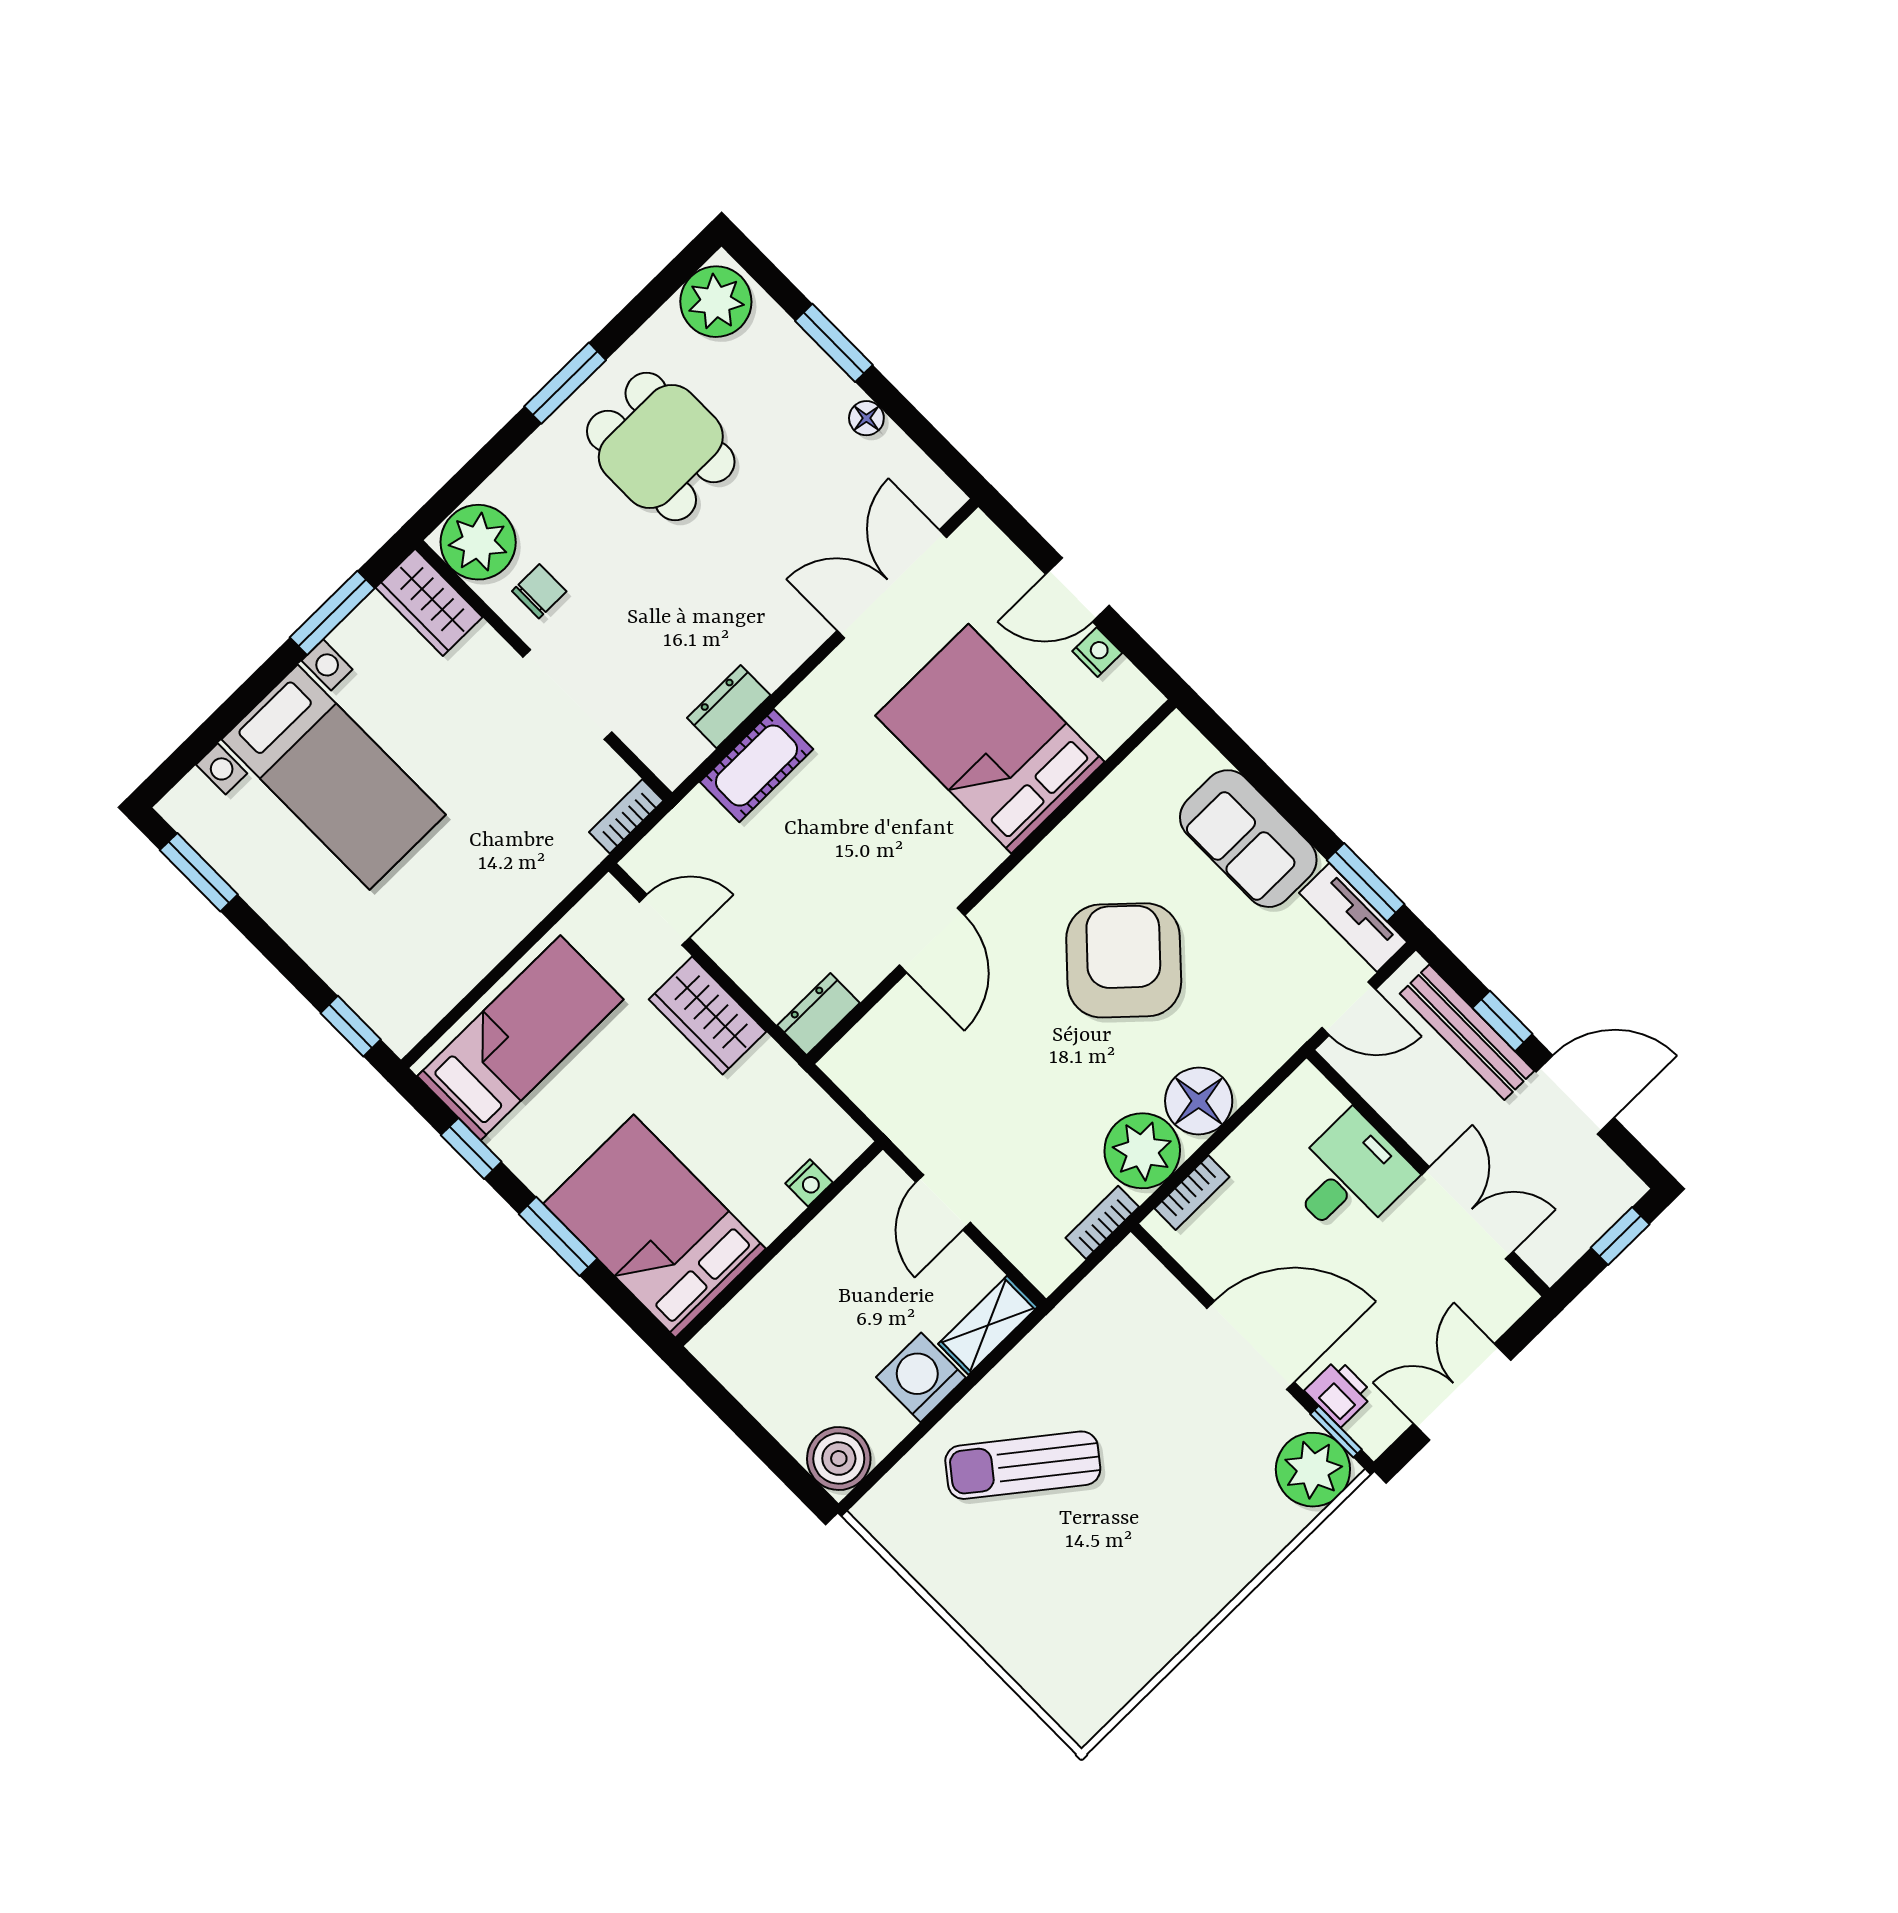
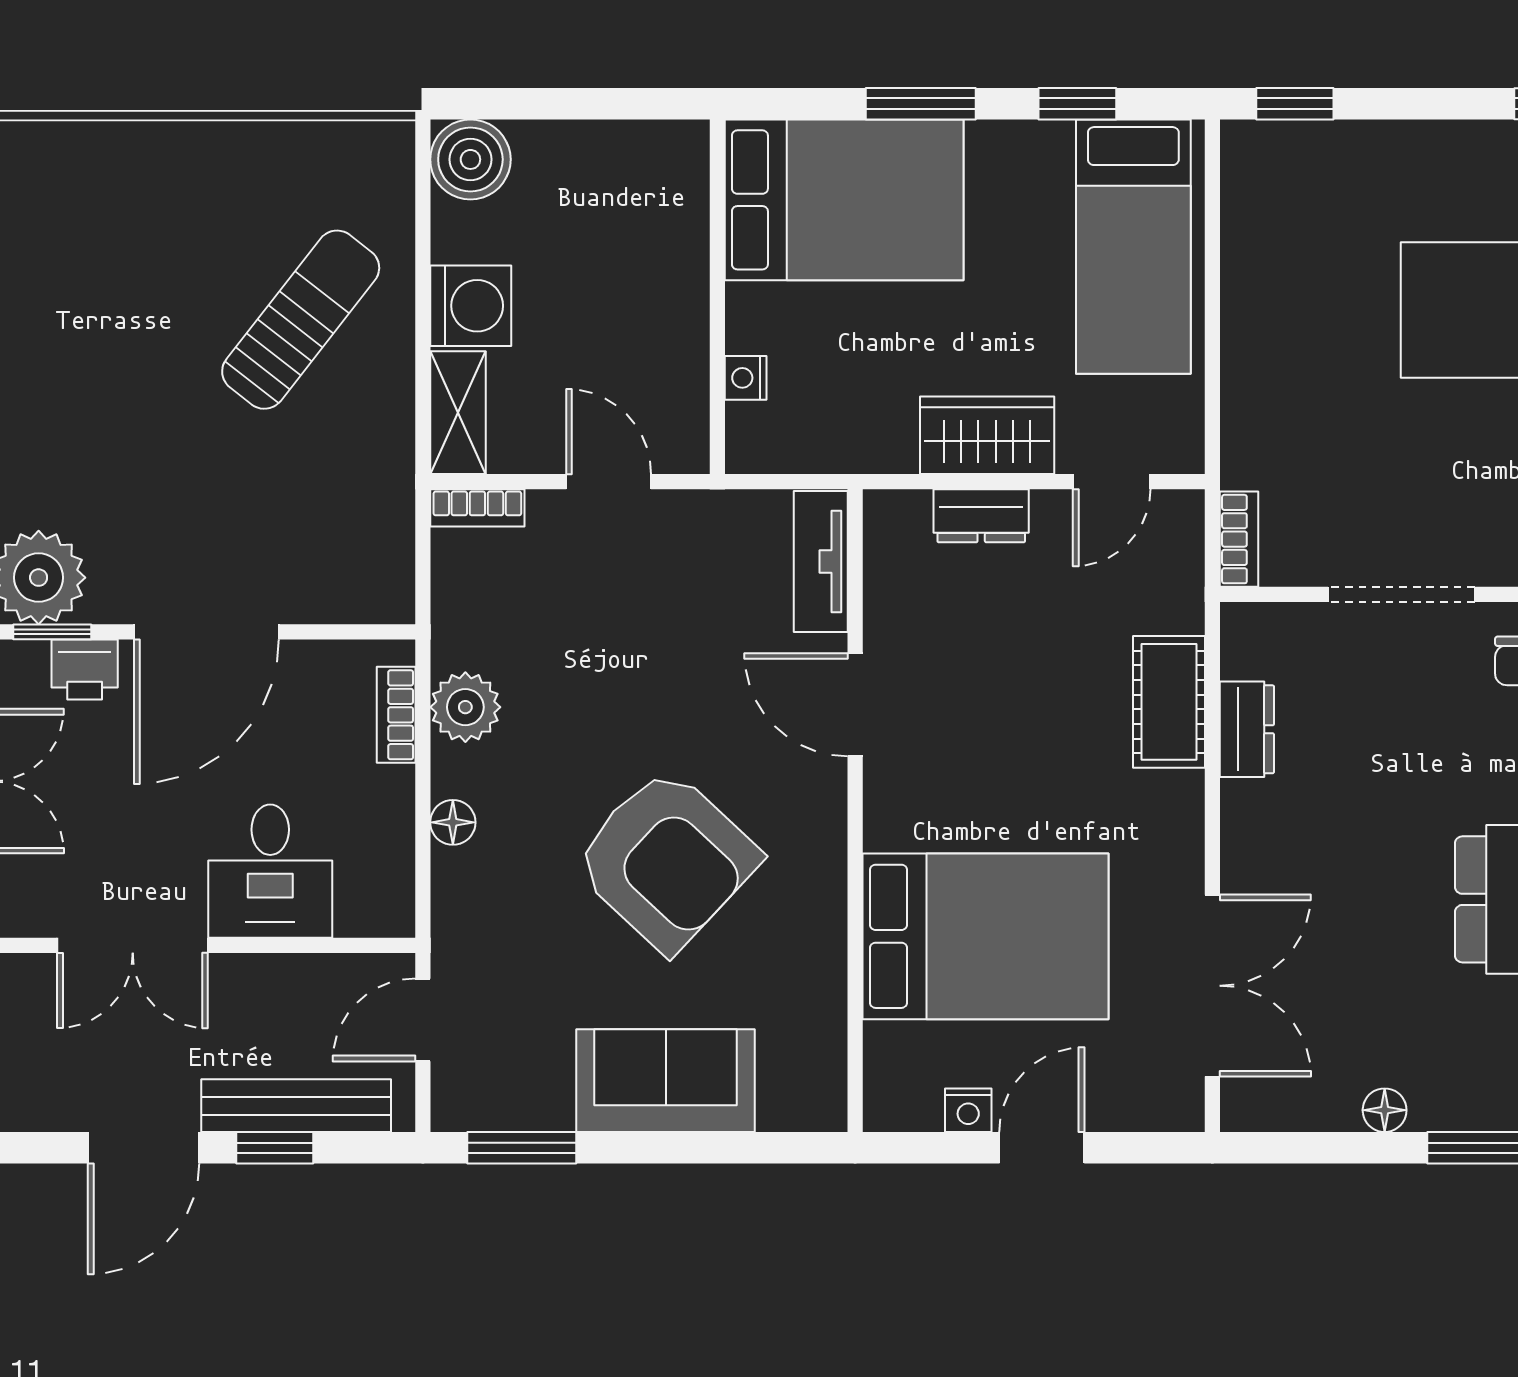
tv unit: (1353, 917) -> (821, 562), moved, turned -90
dresser: (819, 1014) -> (981, 516), moved, turned 90
floor lamp: (1199, 1101) -> (453, 822), width x0.53, depth x0.53
plant: (1142, 1151) -> (465, 707), width x0.73, depth x0.73
bookcase: (1102, 1222) -> (477, 508), moved, turned 90

